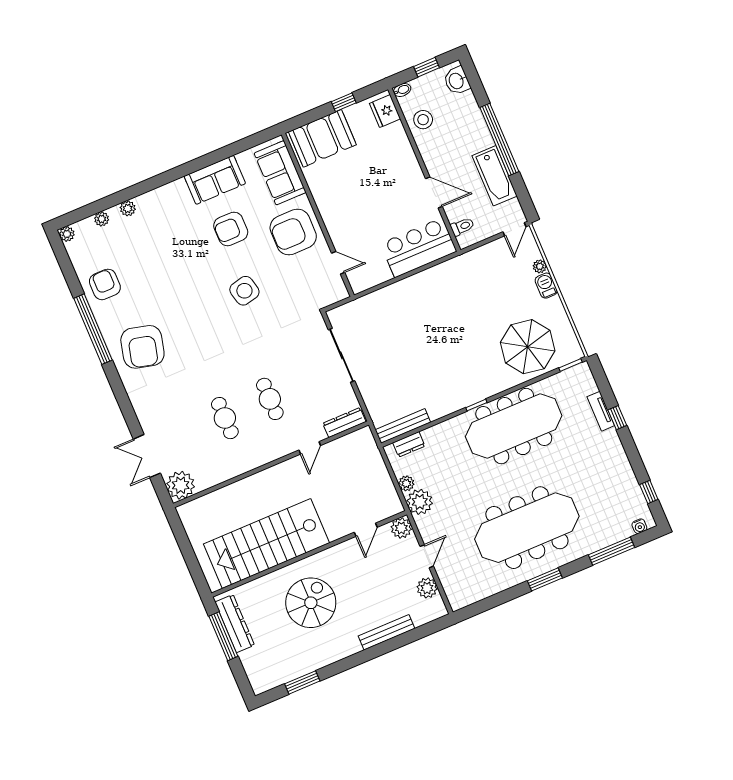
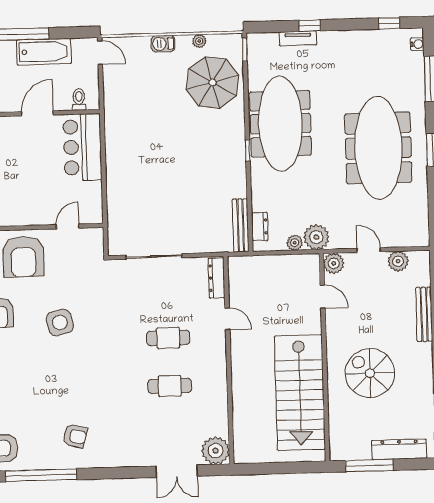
plant: (540, 266) -> (199, 41), moved
armchair: (142, 347) -> (75, 436), width x0.53, depth x0.53
dresser: (235, 624) -> (399, 449), moved

